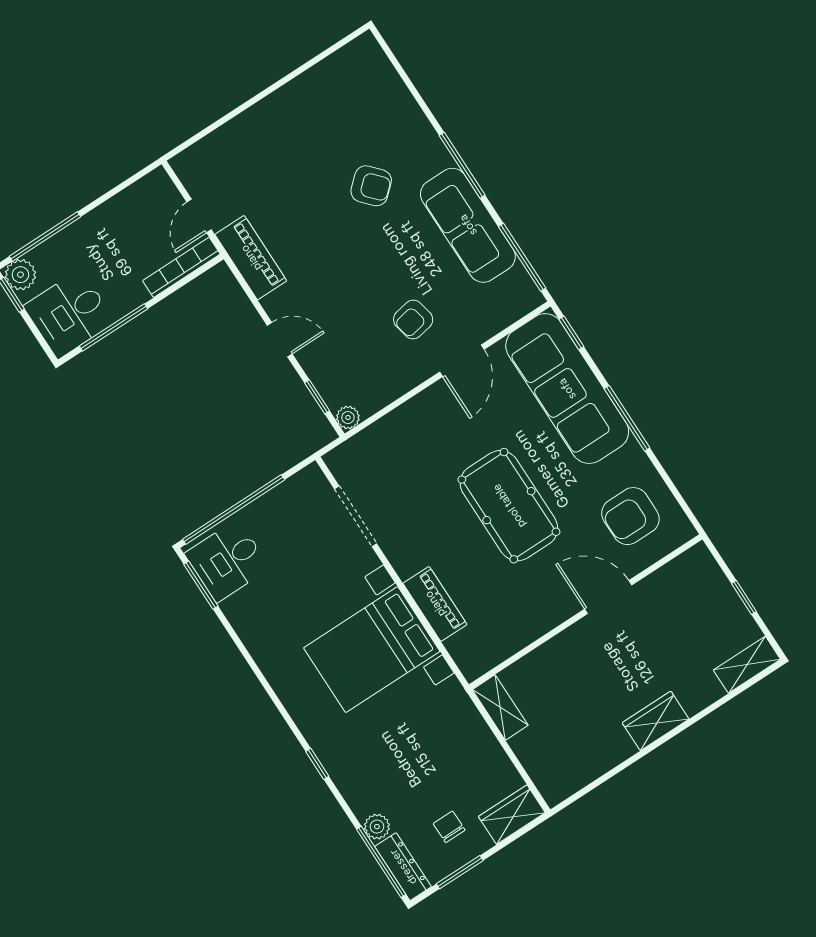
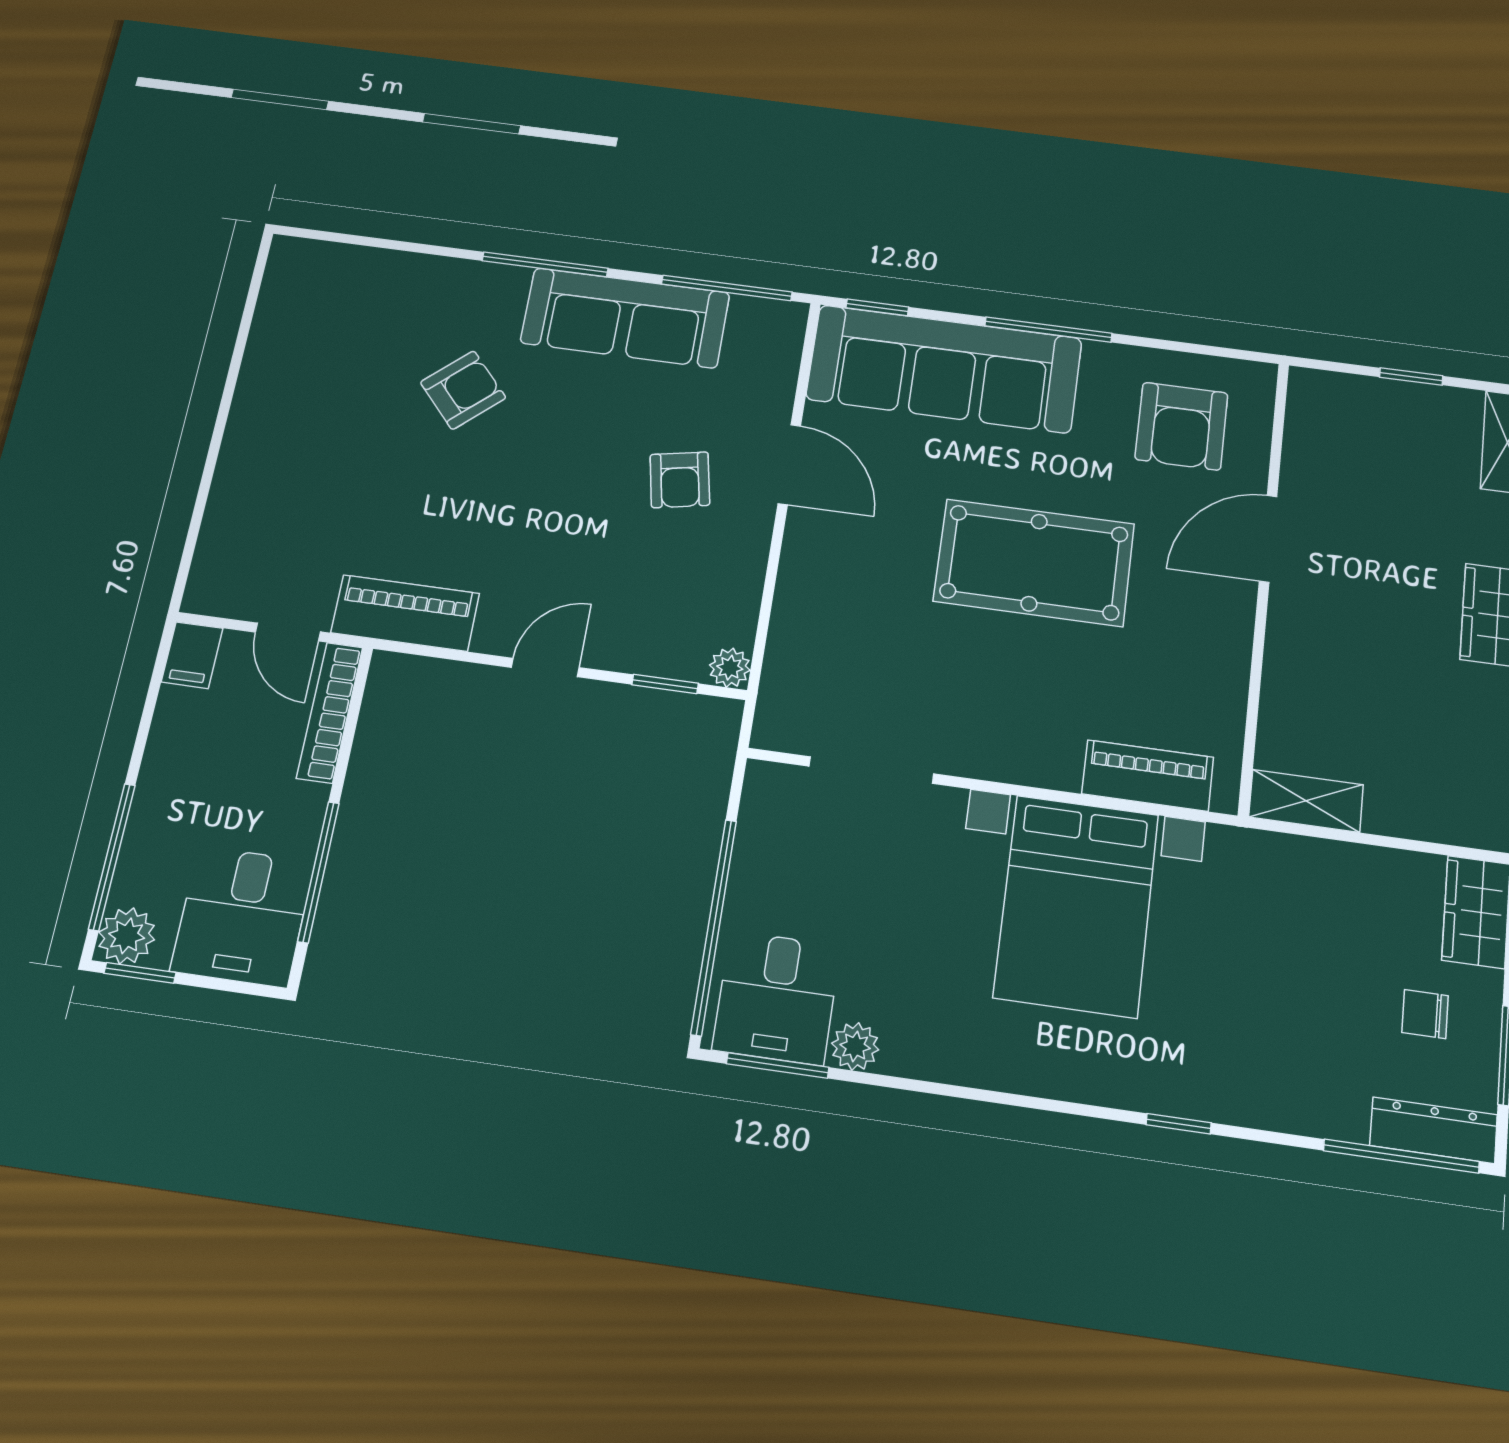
filing cabinet: (154, 185) -> (192, 655), added
piano: (435, 604) -> (1148, 776), moved
plant: (377, 827) -> (855, 1046), moved

